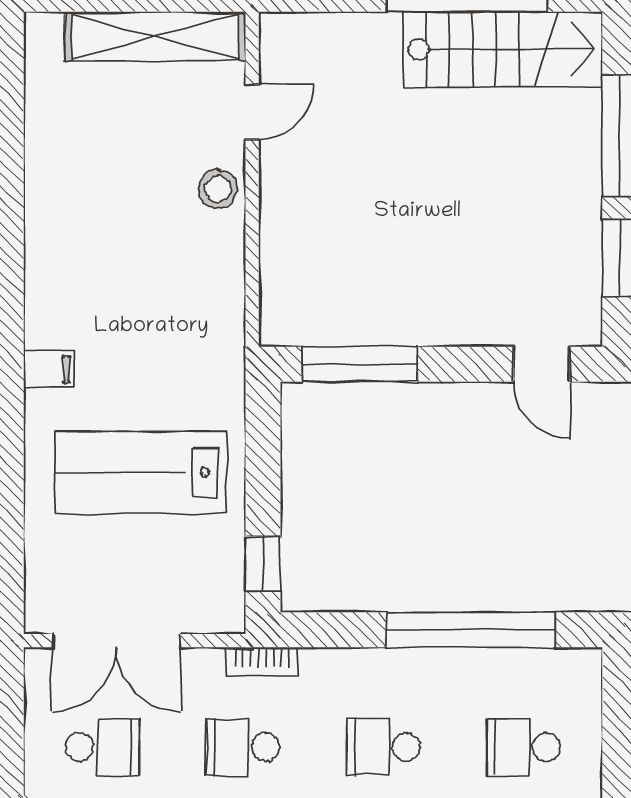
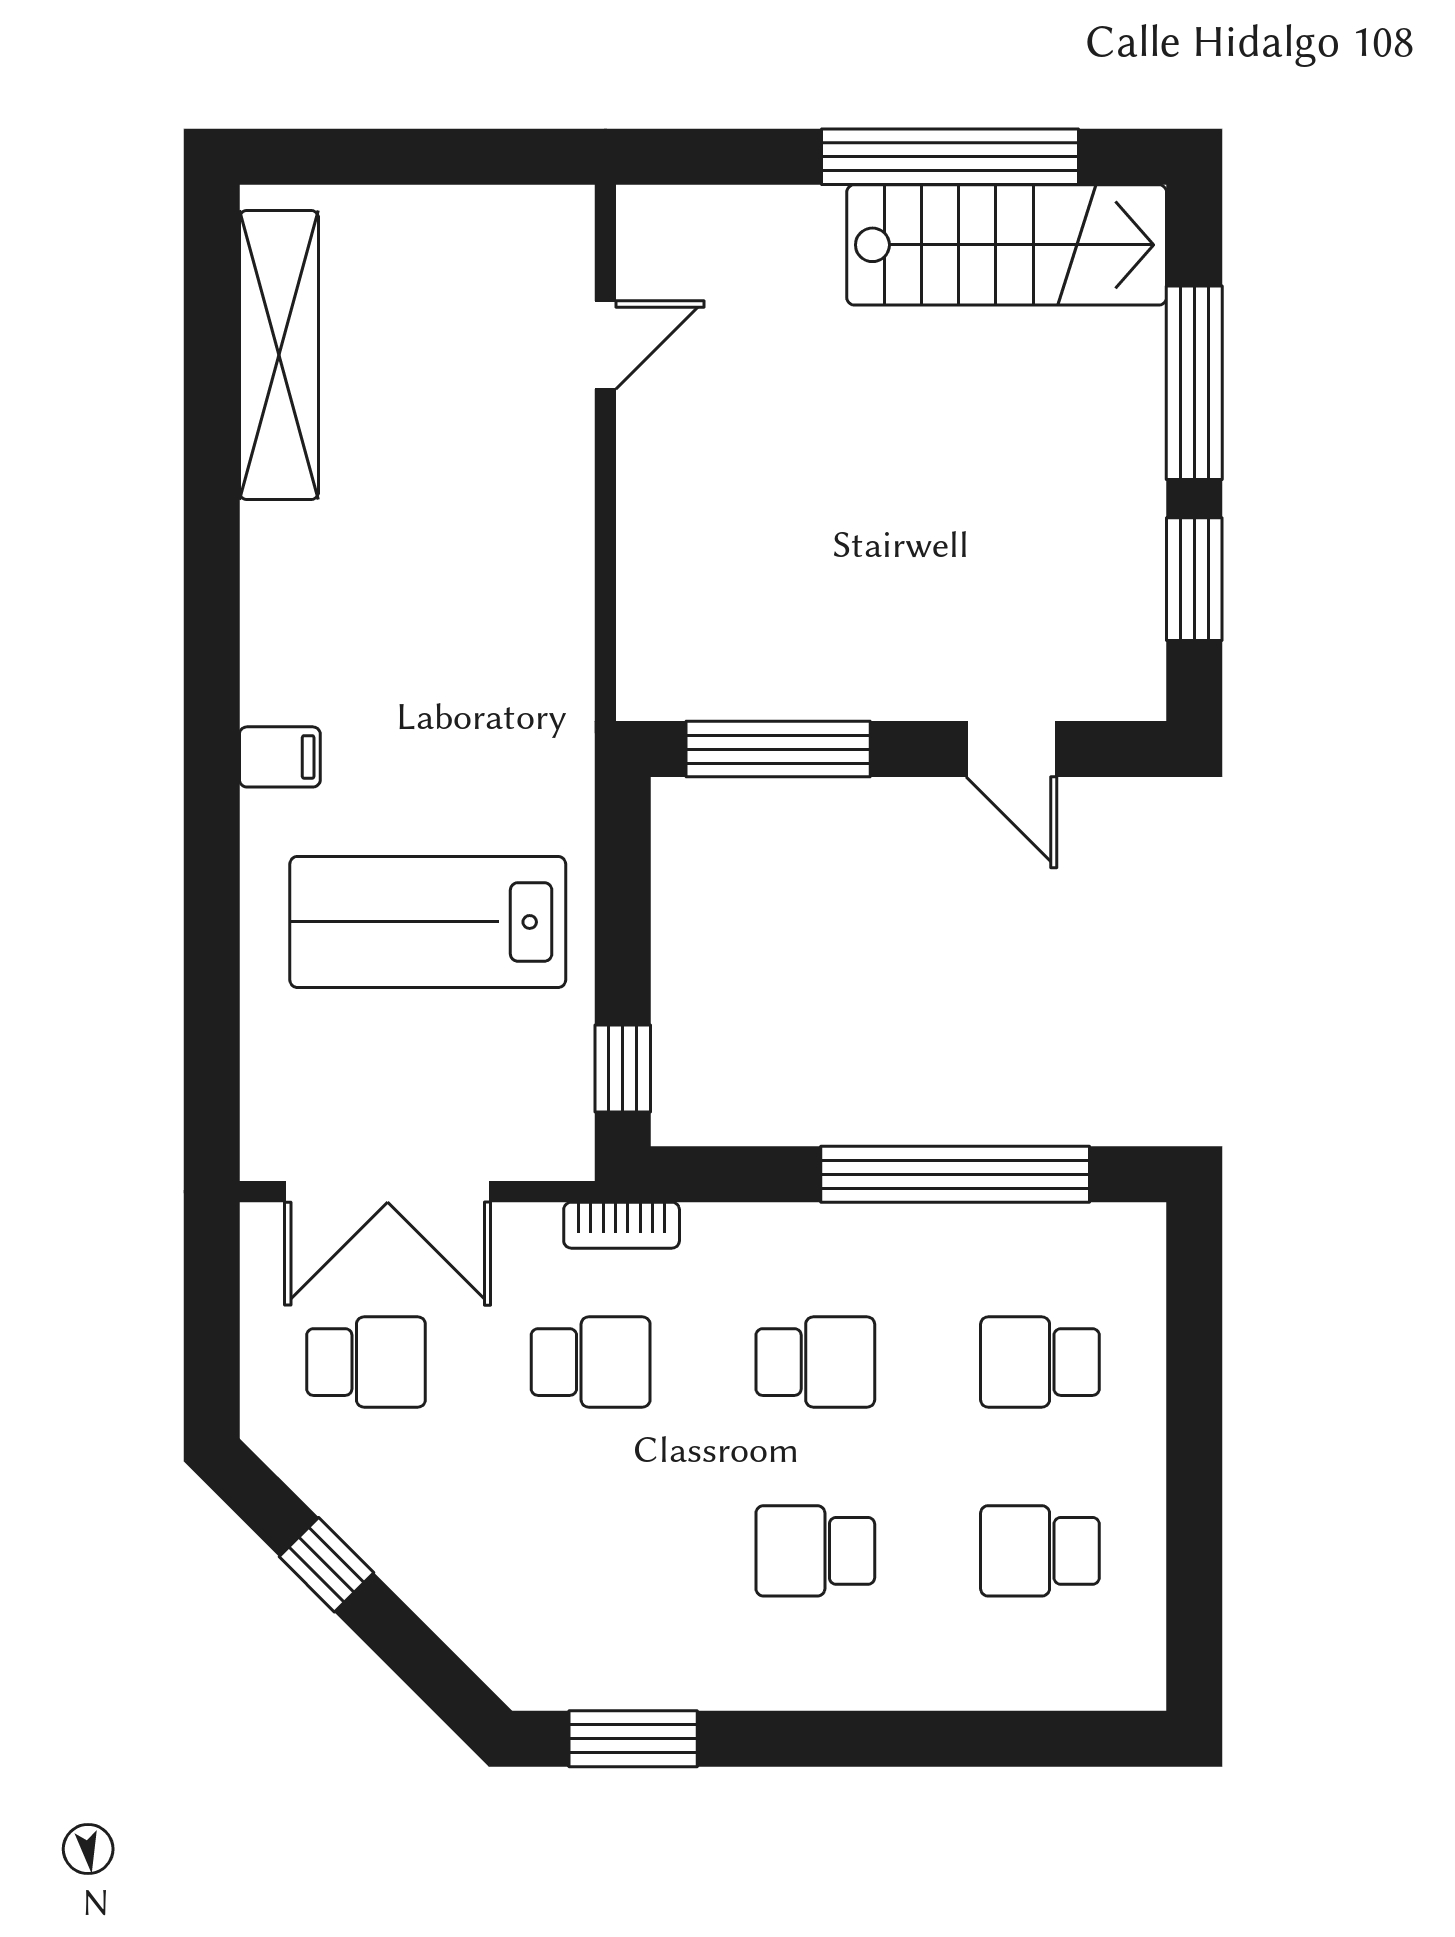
shelving: (155, 36) -> (279, 355), moved, turned 90
stool: (218, 189) -> (551, 468), removed
door: (542, 364) -> (1012, 749), moved
school desk: (243, 747) -> (591, 1362), turned 180
school desk: (383, 747) -> (815, 1362), turned 180

